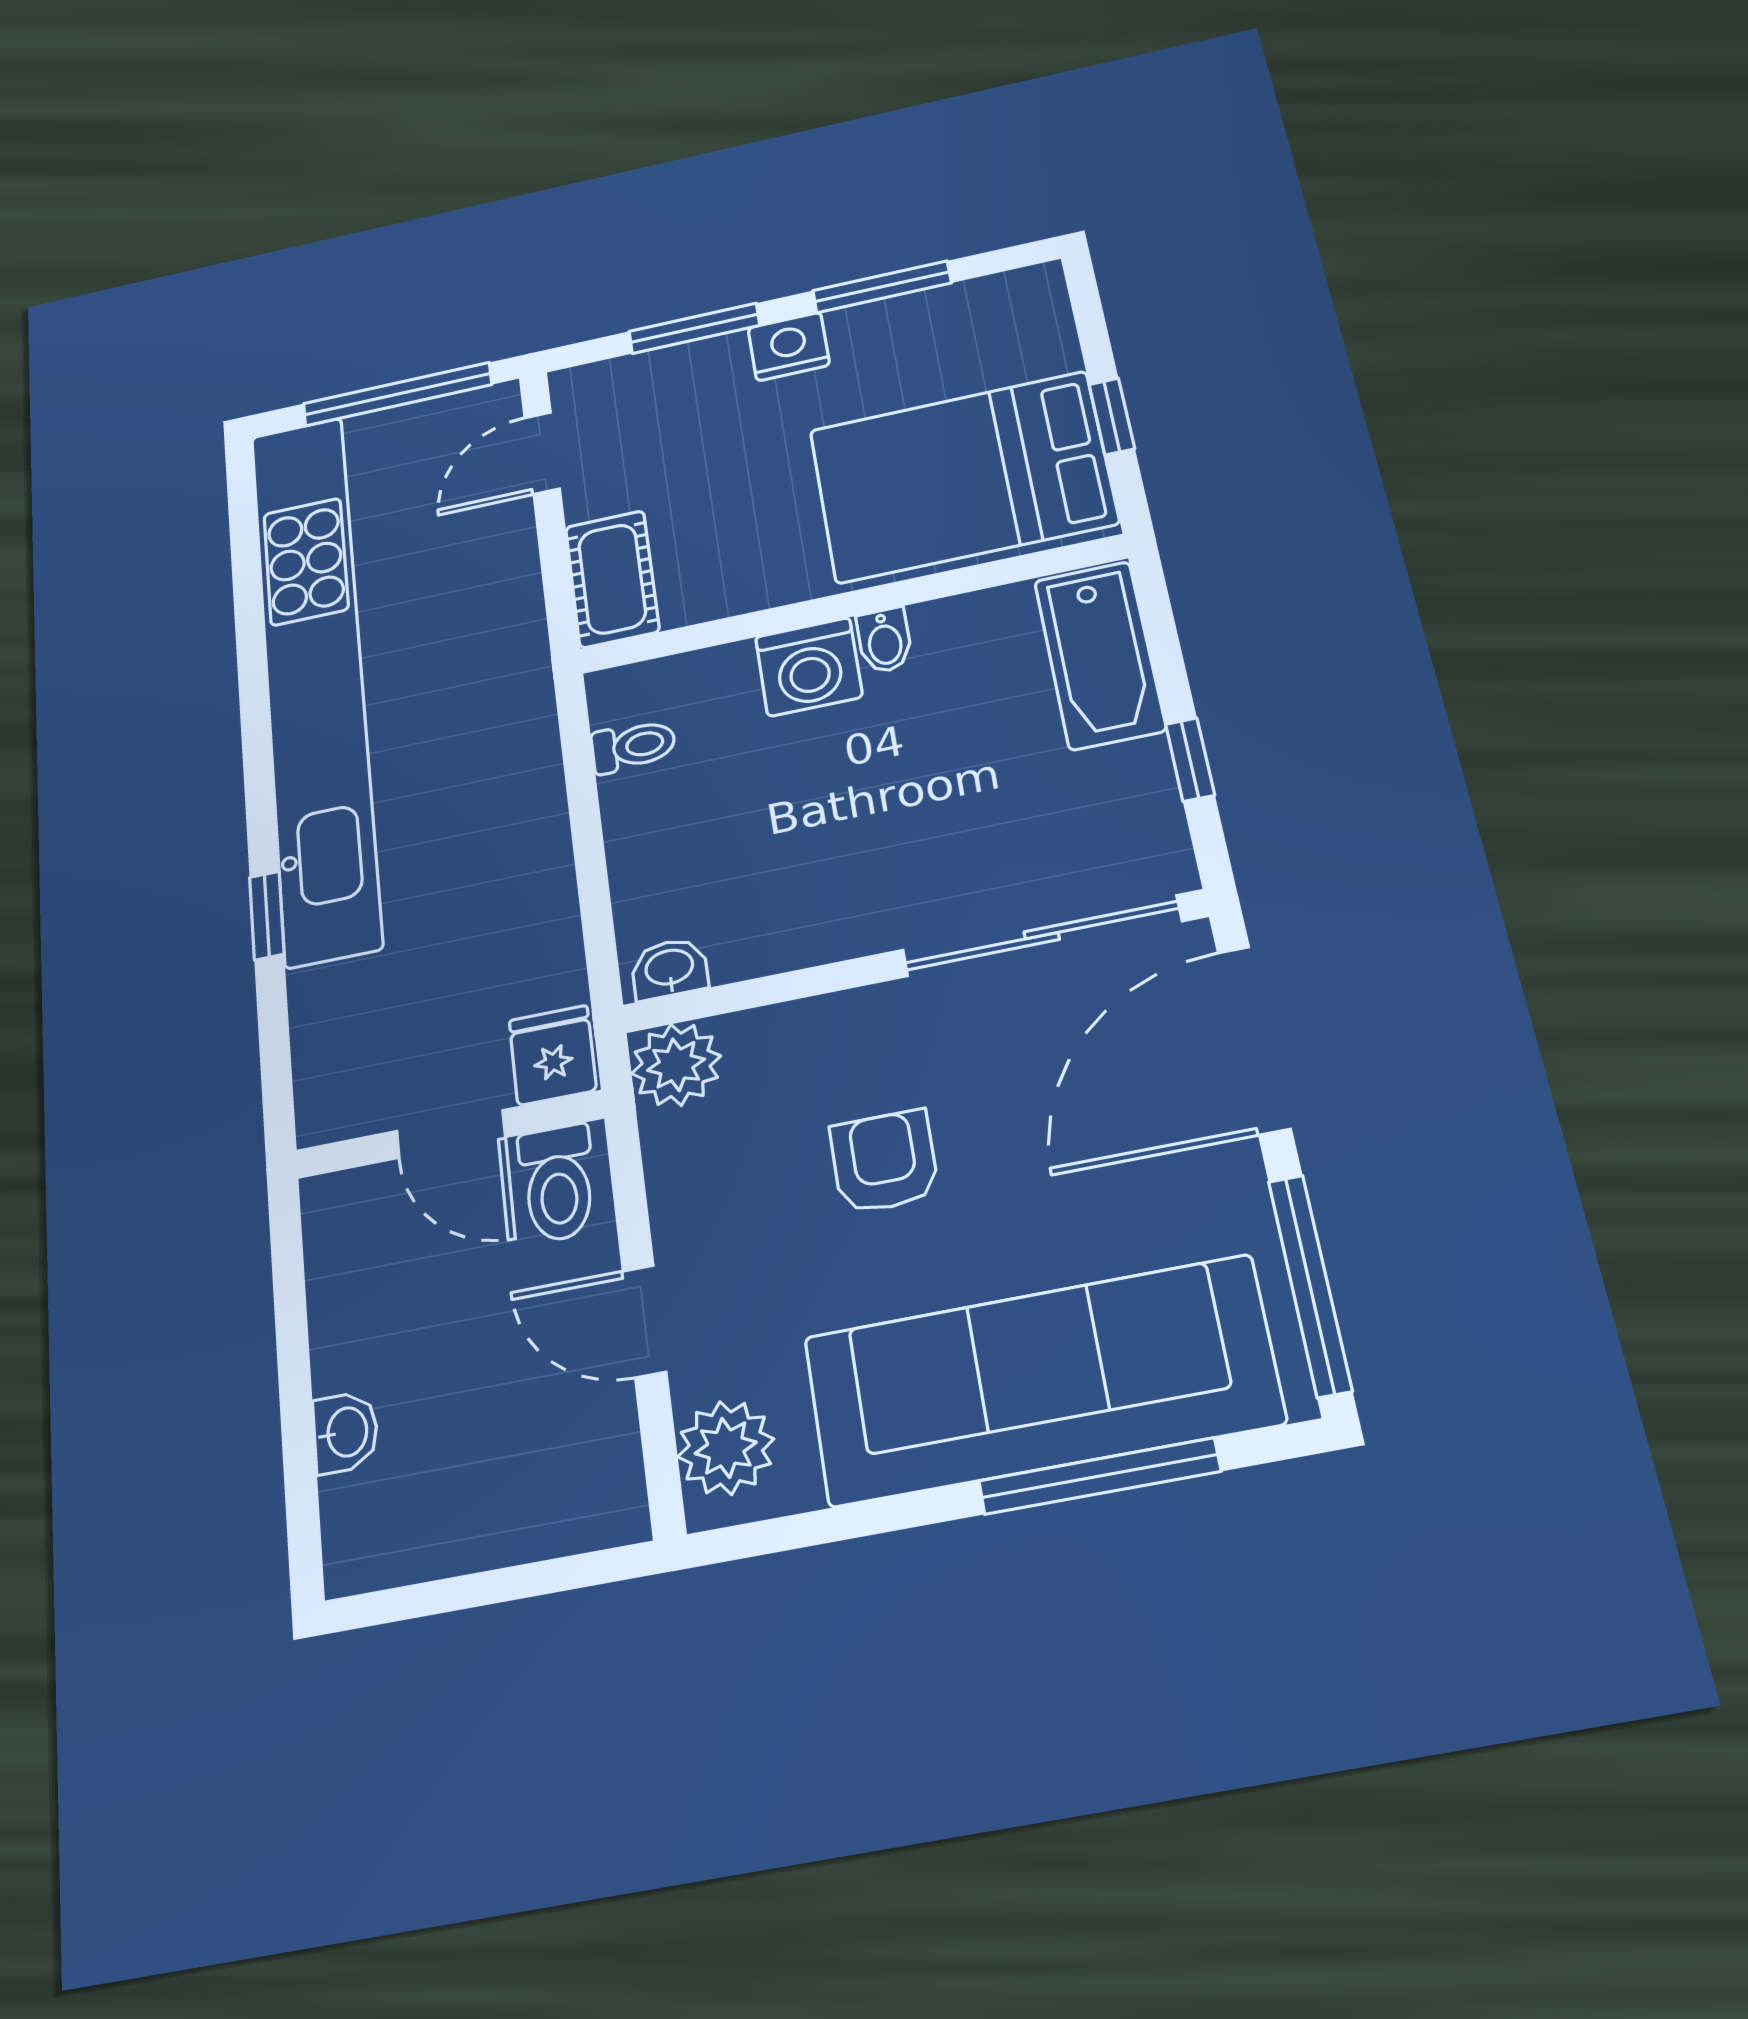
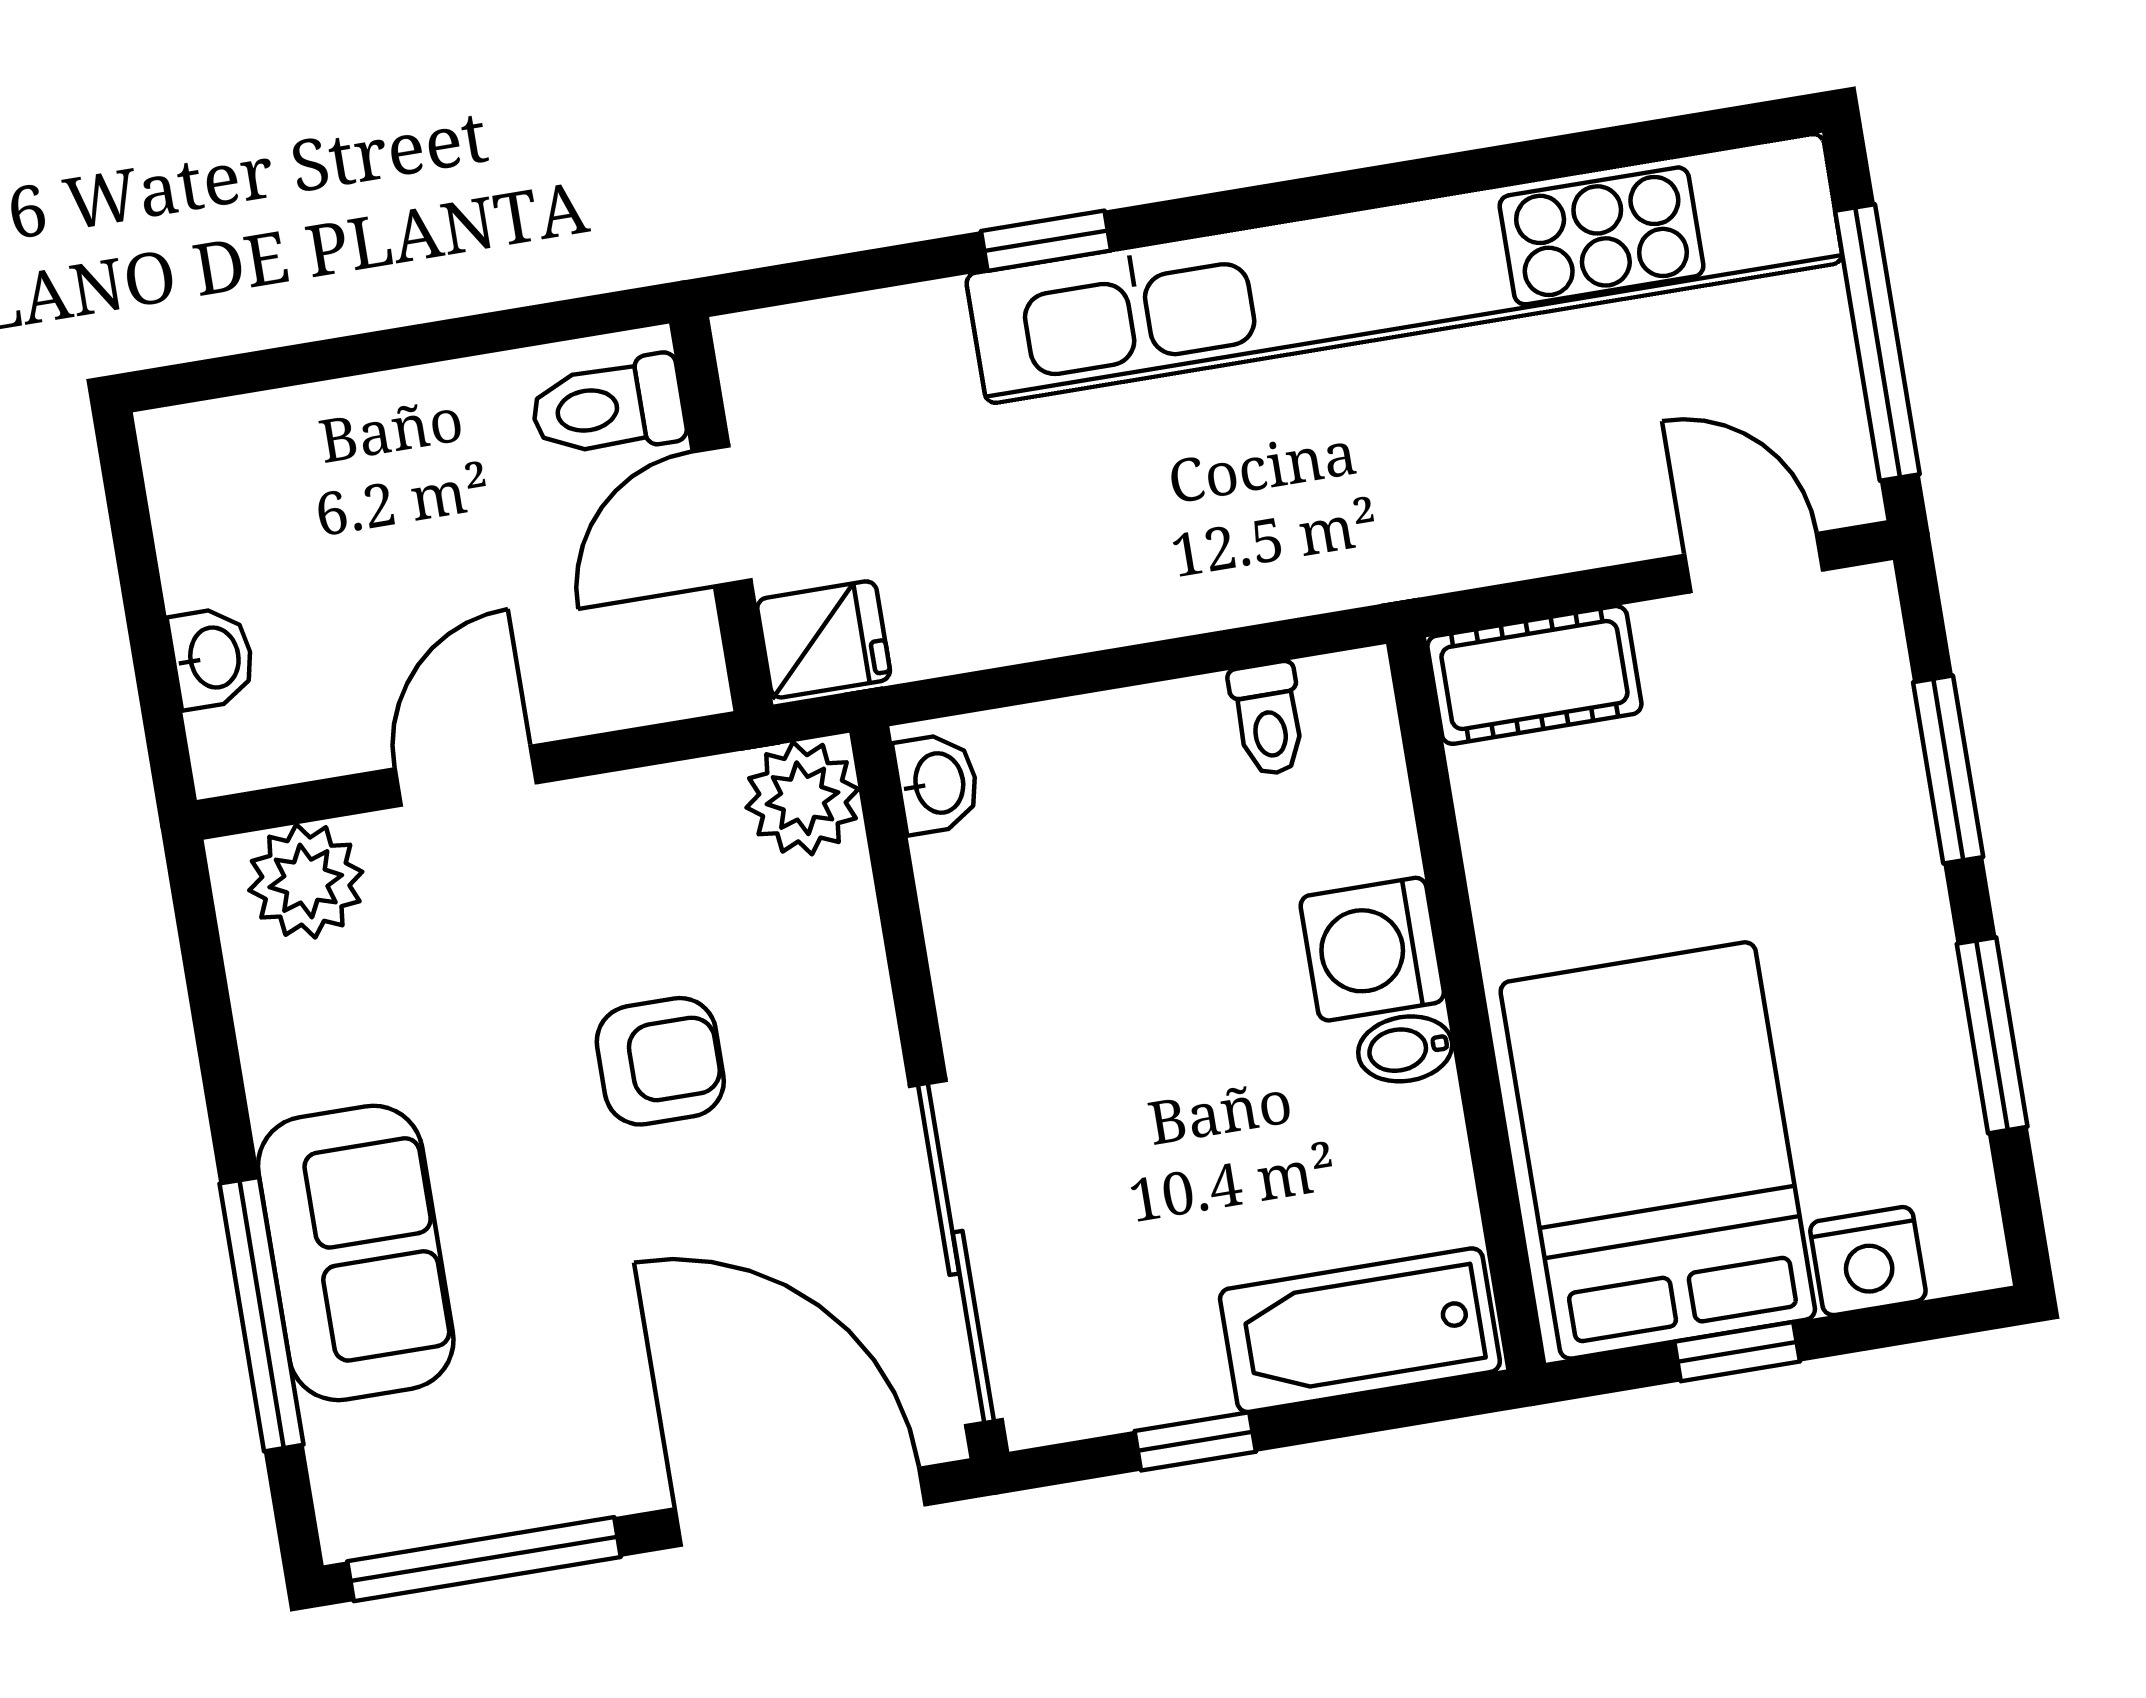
nightstand: (789, 347) -> (1868, 1261), moved, turned 90
toilet: (558, 1183) -> (608, 407), moved
sofa: (1042, 1380) -> (356, 1253), width x0.54, depth x0.79
washbasin: (346, 1432) -> (212, 658), moved, turned -90

